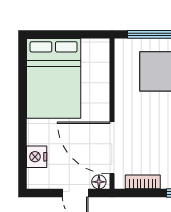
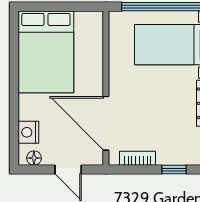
floor lamp: (99, 182) -> (34, 158), moved

